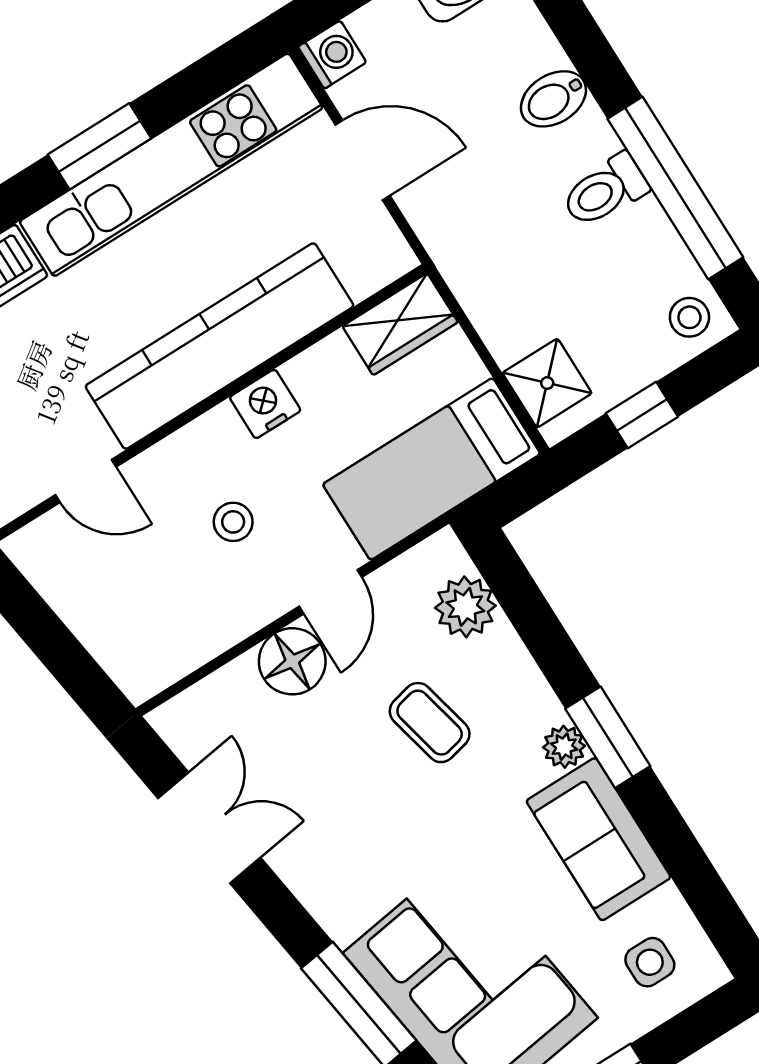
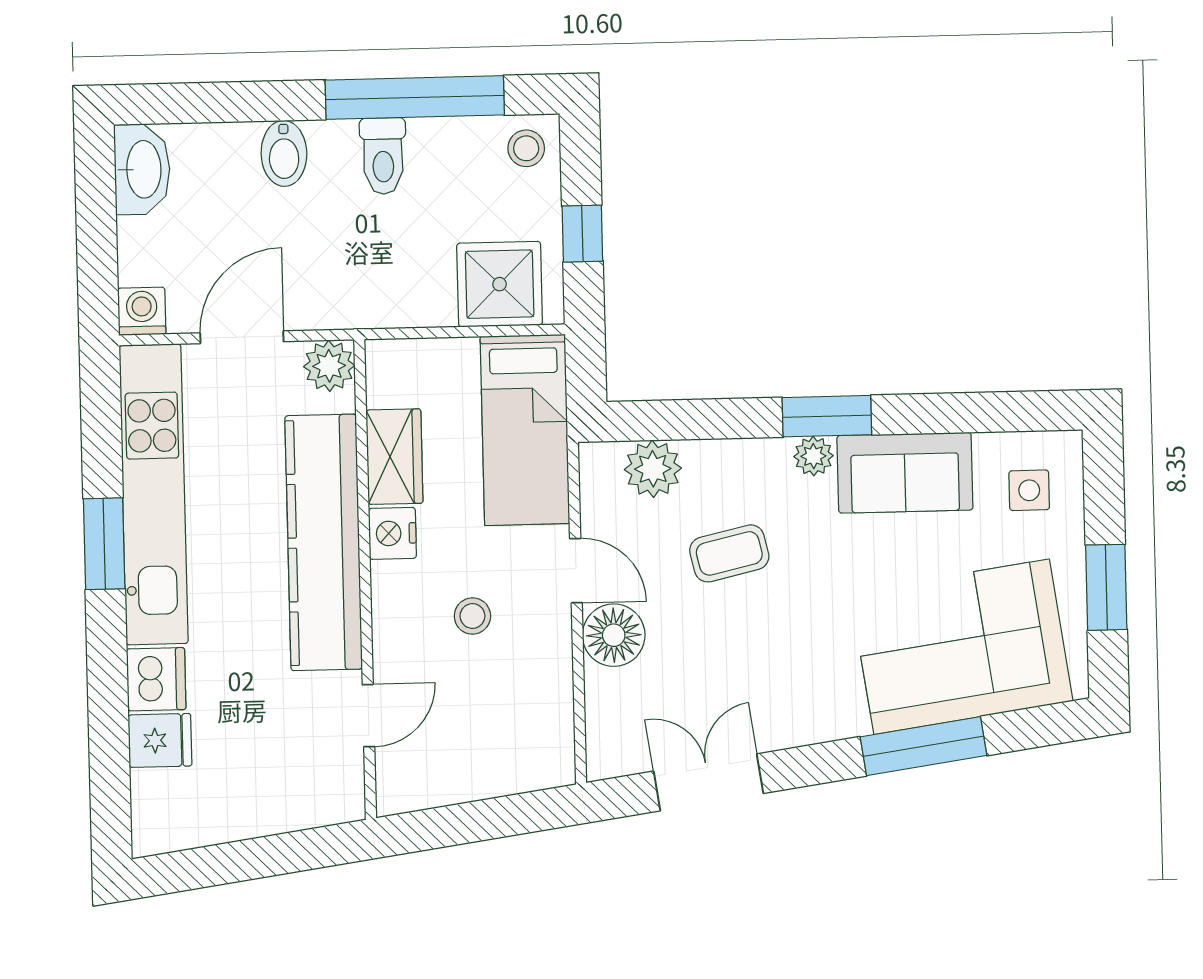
plant: (384, 255) -> (329, 366), added
wardrobe: (400, 324) -> (394, 457), moved
shower: (547, 383) -> (500, 284), width x1.36, depth x1.36

